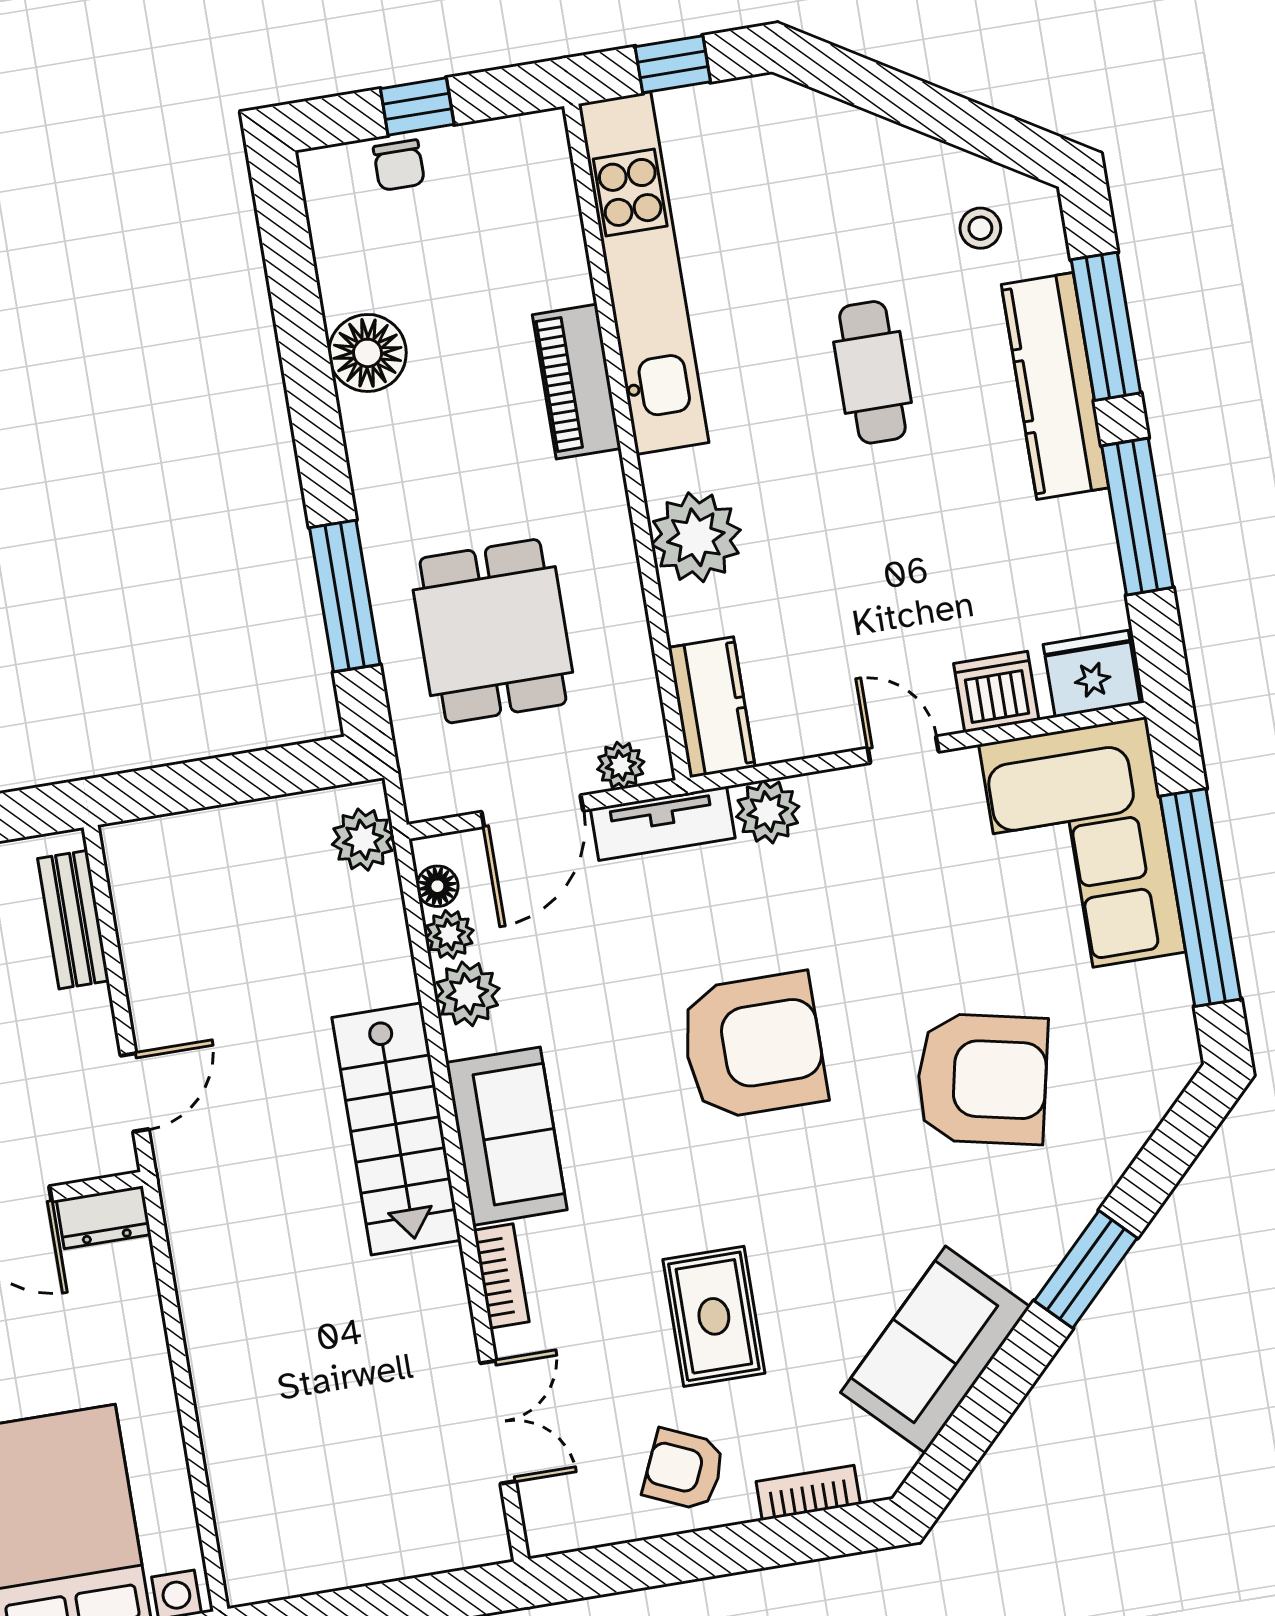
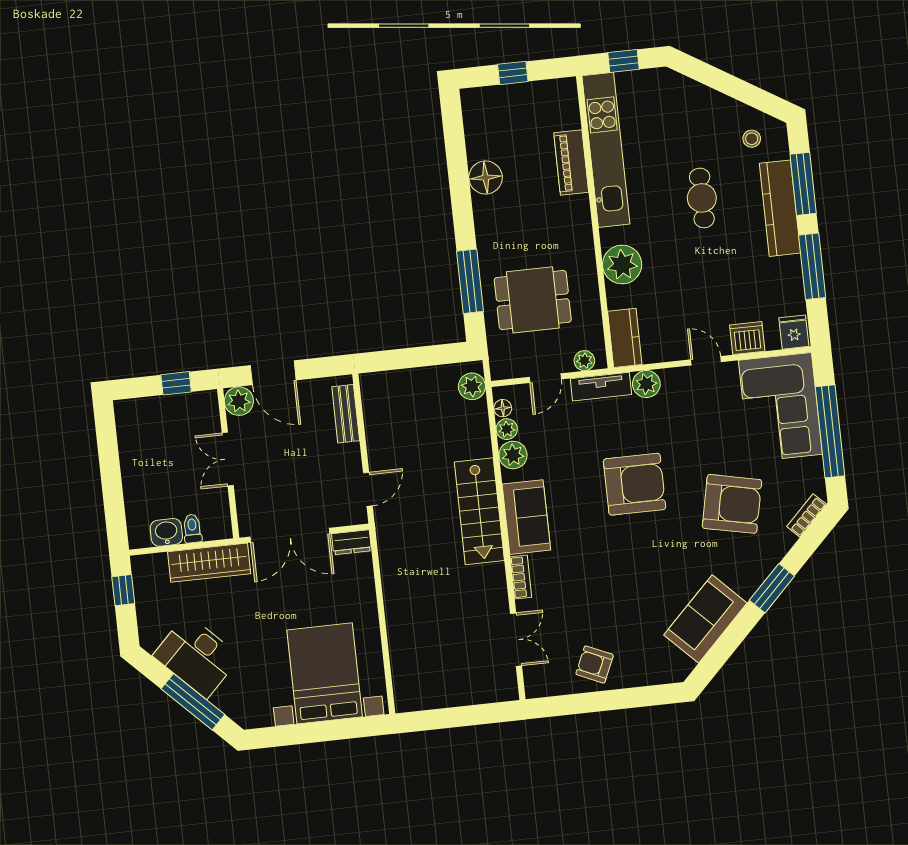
chair: (399, 165) -> (504, 98), removed
piano: (577, 382) -> (571, 163), moved
dining table: (493, 631) -> (533, 300), turned 90
fridge: (1092, 674) -> (794, 332), width x0.72
door: (532, 811) -> (545, 378), width x0.73
rug: (714, 1316) -> (611, 599), removed
bookcase: (808, 1493) -> (807, 515), moved, turned -45

